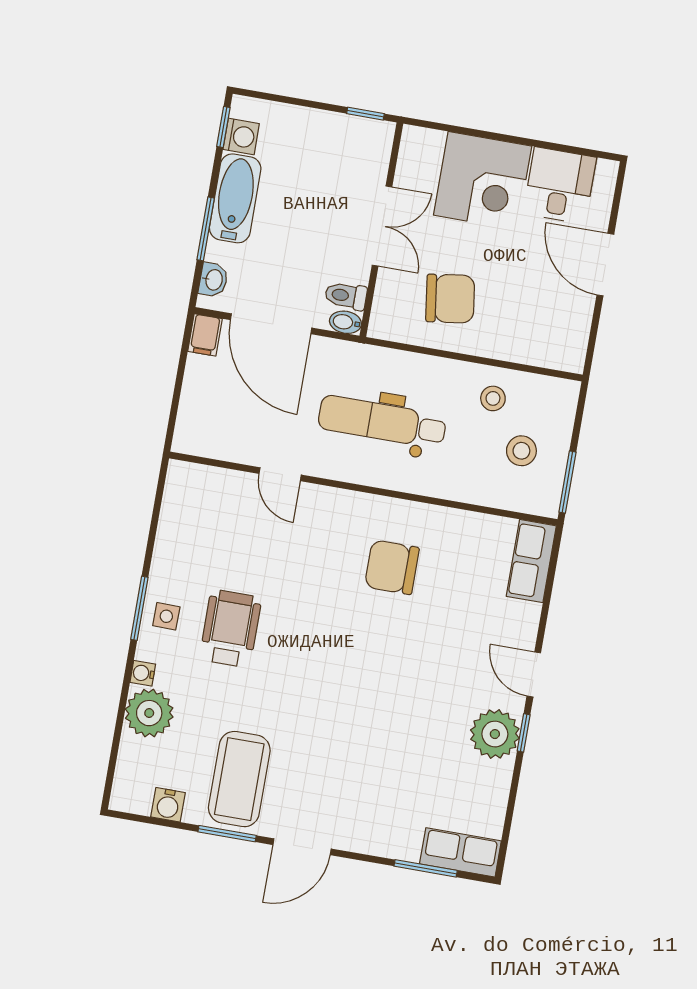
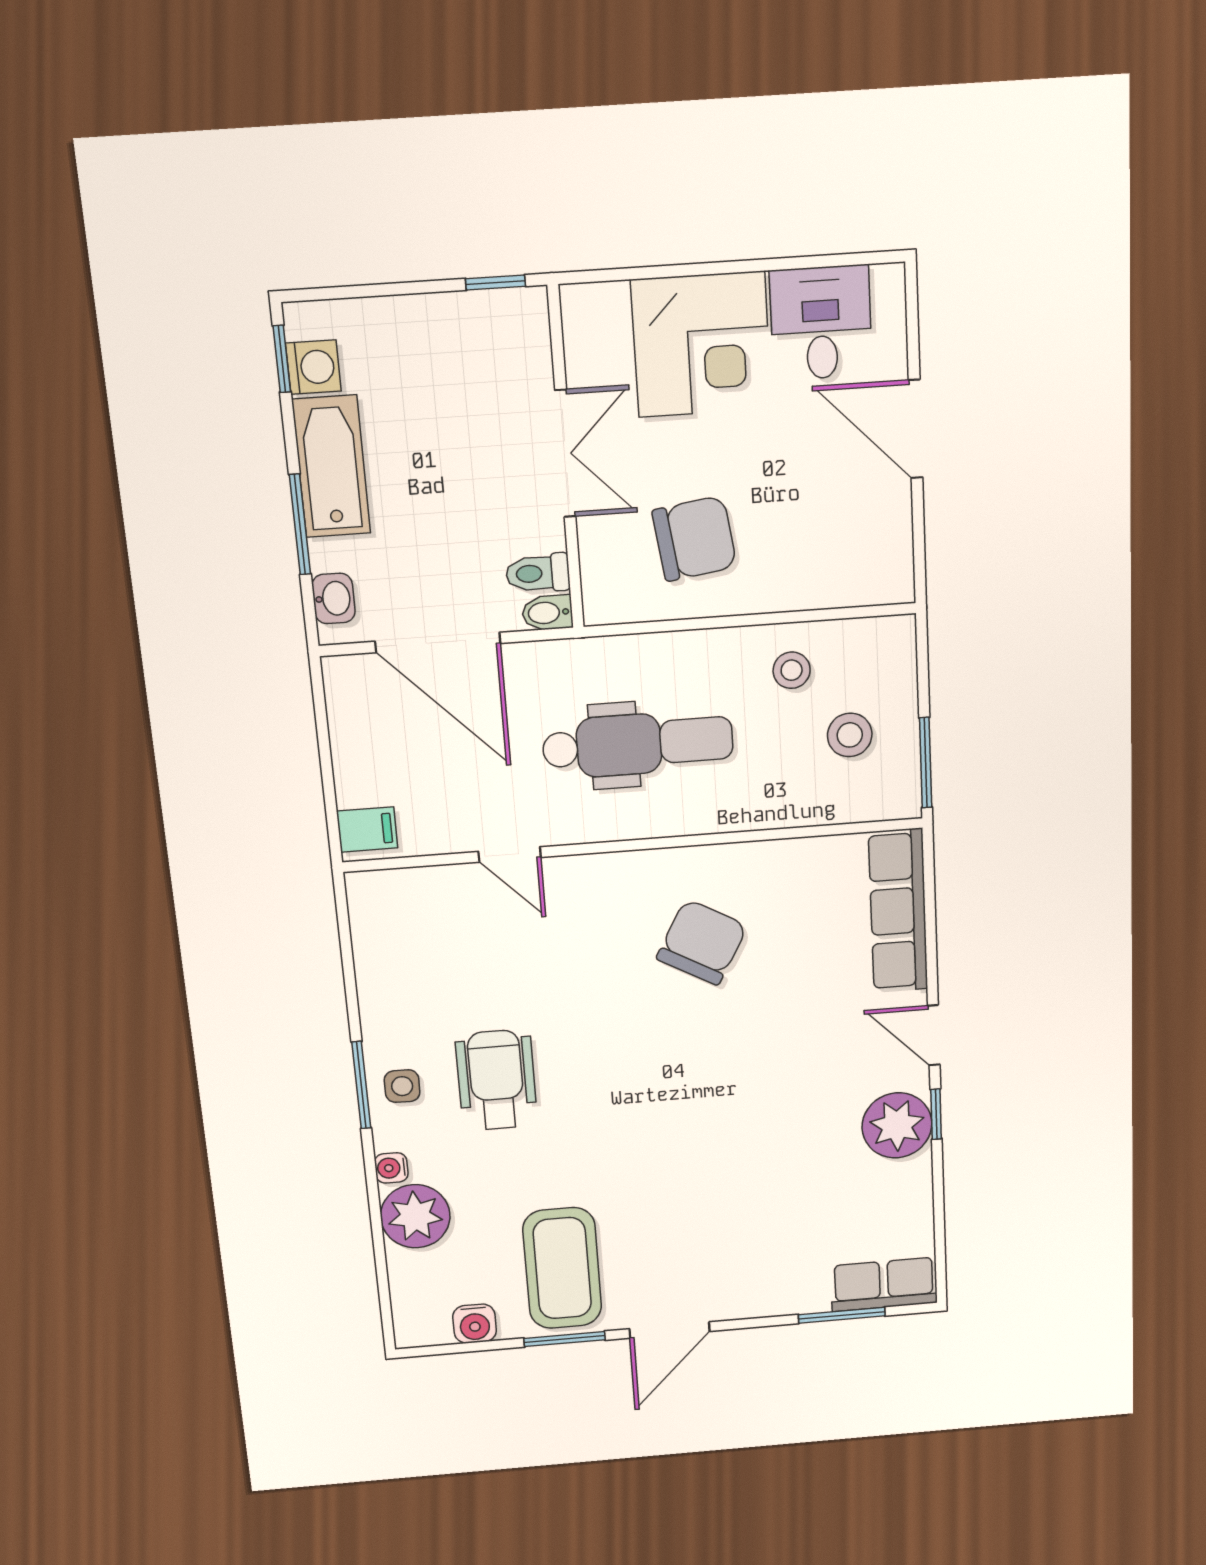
filing cabinet: (205, 335) -> (367, 830), moved, turned -90
dental chair: (382, 422) -> (638, 744), turned 180
row of seats: (531, 561) -> (898, 911), width x1.48
chair: (392, 567) -> (702, 942), turned 119

